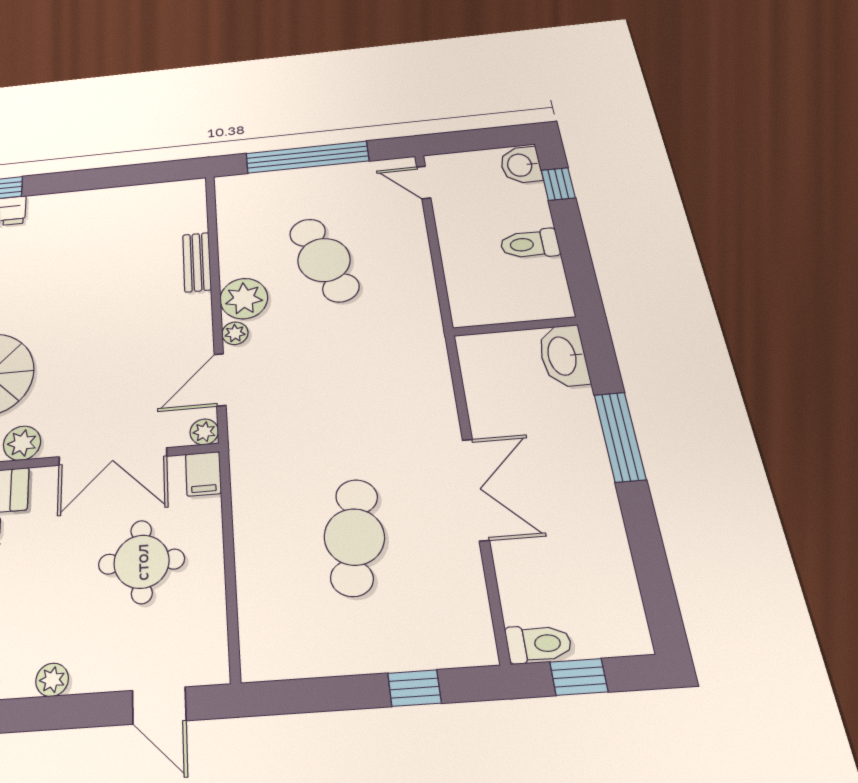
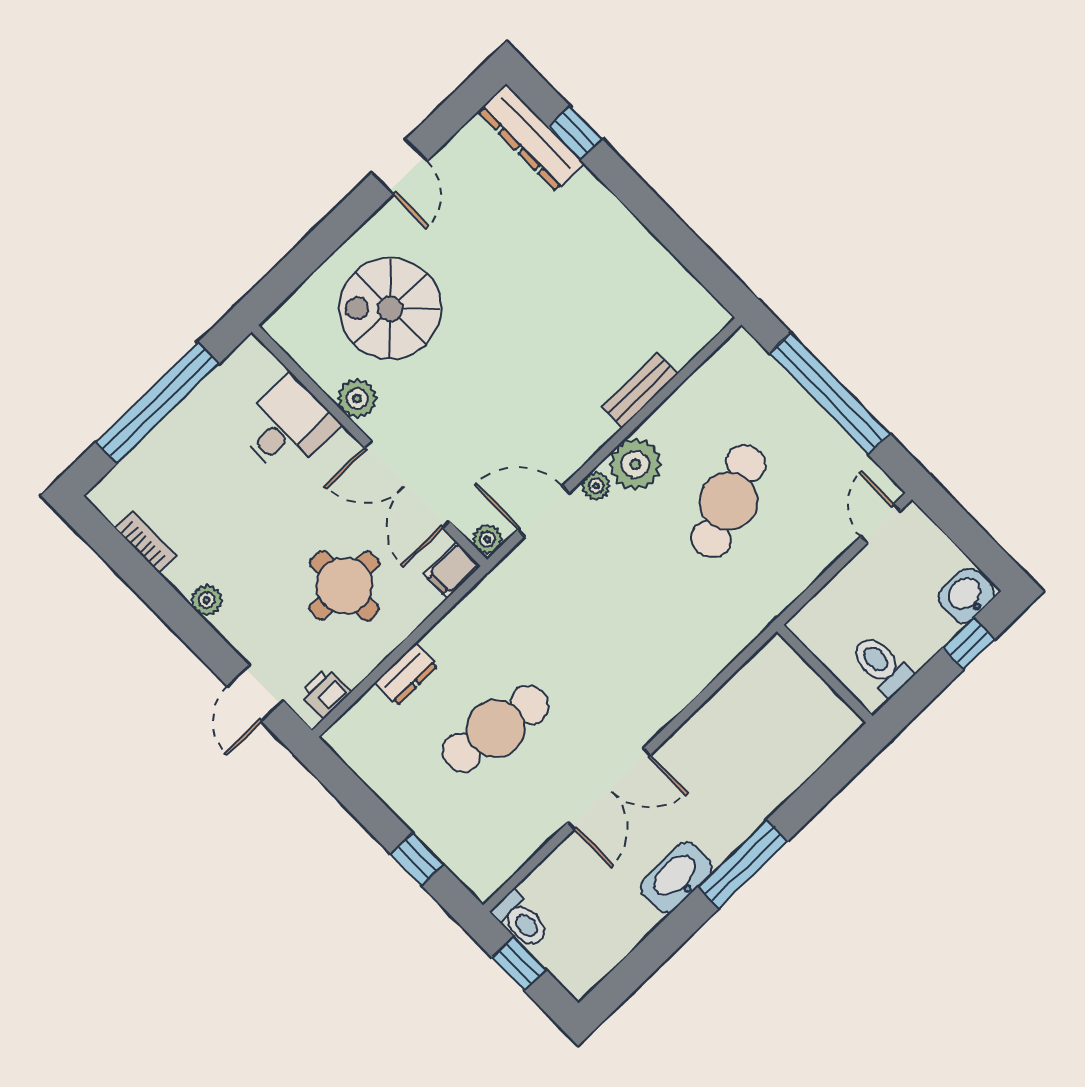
wall: (515, 326) -> (825, 674), moved
washbasin: (563, 356) -> (677, 877), moved
dresser: (251, 571) -> (406, 674), added
printer: (210, 647) -> (325, 693), added

